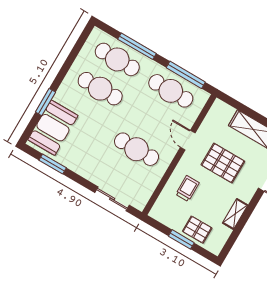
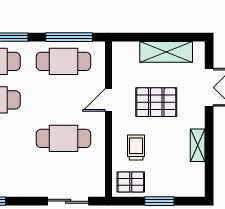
door: (188, 140) -> (109, 100), hinge flipped
pallet: (197, 230) -> (131, 182), moved

